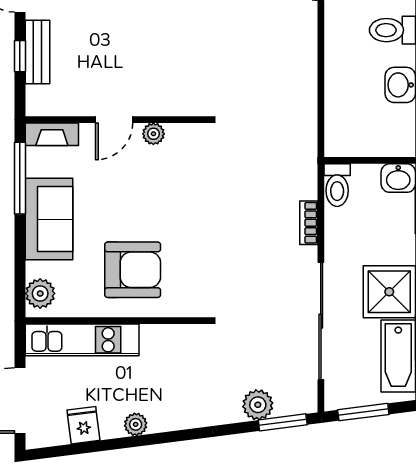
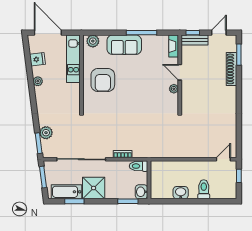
door: (114, 120) -> (180, 72), moved
wall: (117, 120) -> (180, 73), moved
fireplace: (52, 134) -> (174, 46), moved
plant: (153, 134) -> (174, 89), moved

